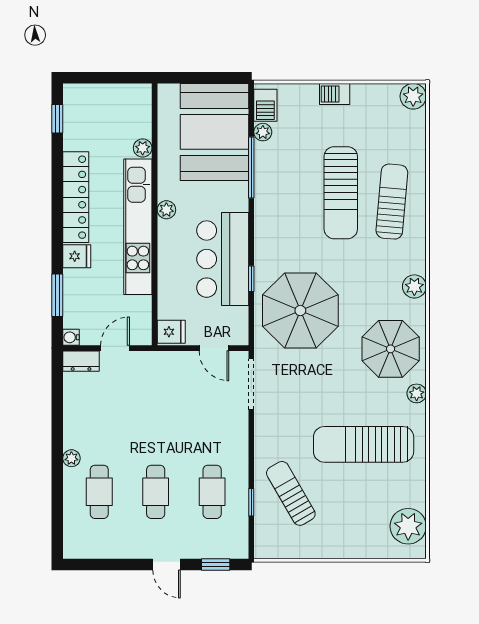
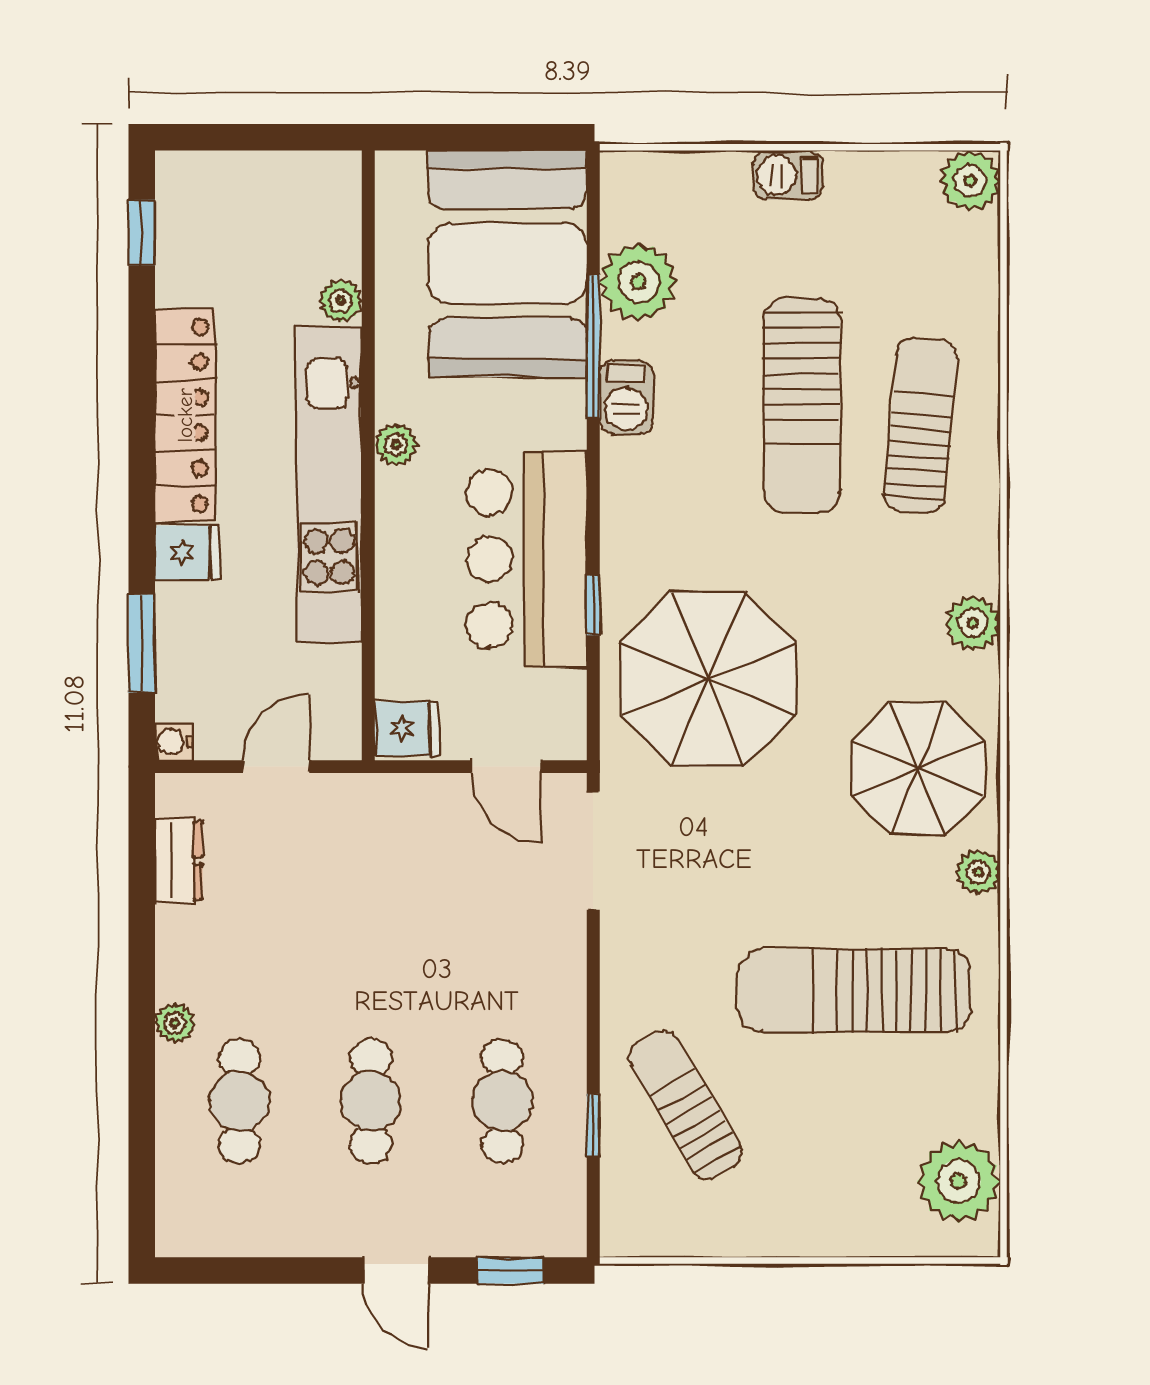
barbecue: (265, 105) -> (626, 397), moved
plant: (263, 132) -> (638, 282), width x1.88, depth x1.88
dresser: (81, 361) -> (179, 861), moved, turned -90

